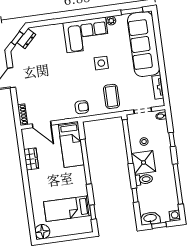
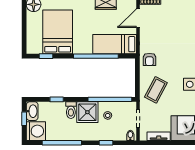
coffee table: (112, 96) -> (156, 90), turned -62
bed: (67, 209) -> (58, 32), width x1.50
washing machine: (175, 216) -> (36, 131), width x1.89, depth x1.89

